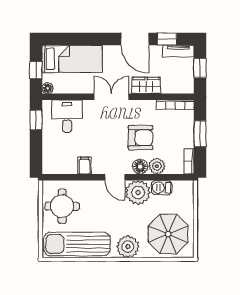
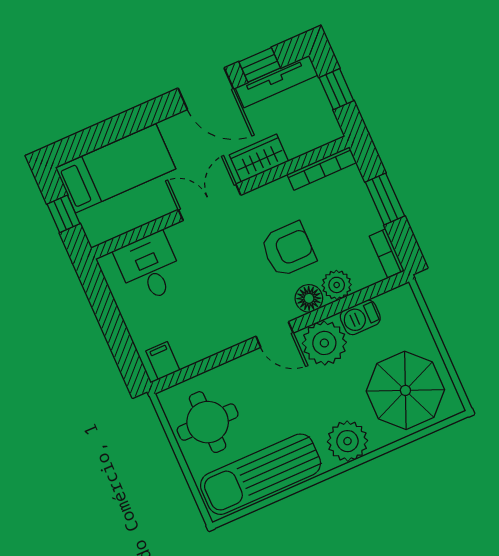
tv unit: (178, 51) -> (277, 82), width x1.41
floor lamp: (47, 88) -> (96, 235), removed
window: (36, 120) -> (100, 297), removed
filing cabinet: (85, 166) -> (163, 361), moved

